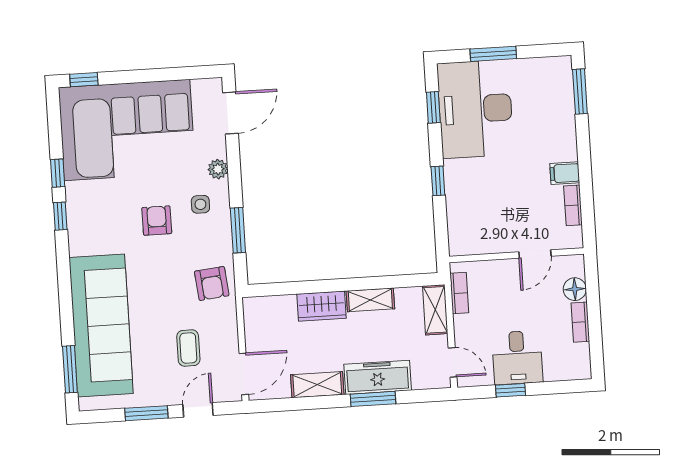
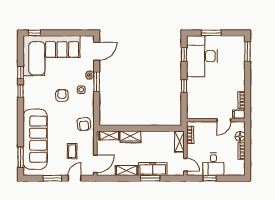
filing cabinet: (565, 173) -> (239, 114), moved
window: (238, 230) -> (97, 82), moved
shelving: (370, 300) -> (109, 135), moved

